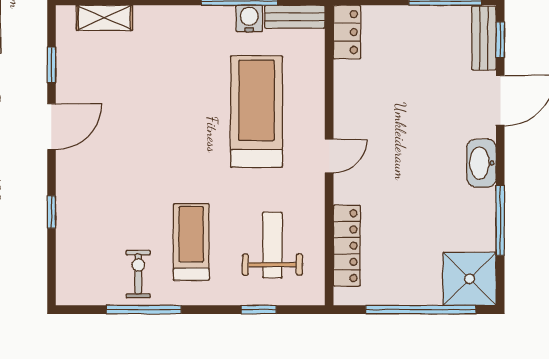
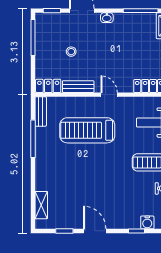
water cooler: (249, 18) -> (147, 222), moved, turned -90
bench: (484, 38) -> (78, 87), moved
stool: (417, 79) -> (71, 52), added
washbasin: (481, 163) -> (107, 18), width x0.52, depth x0.69

